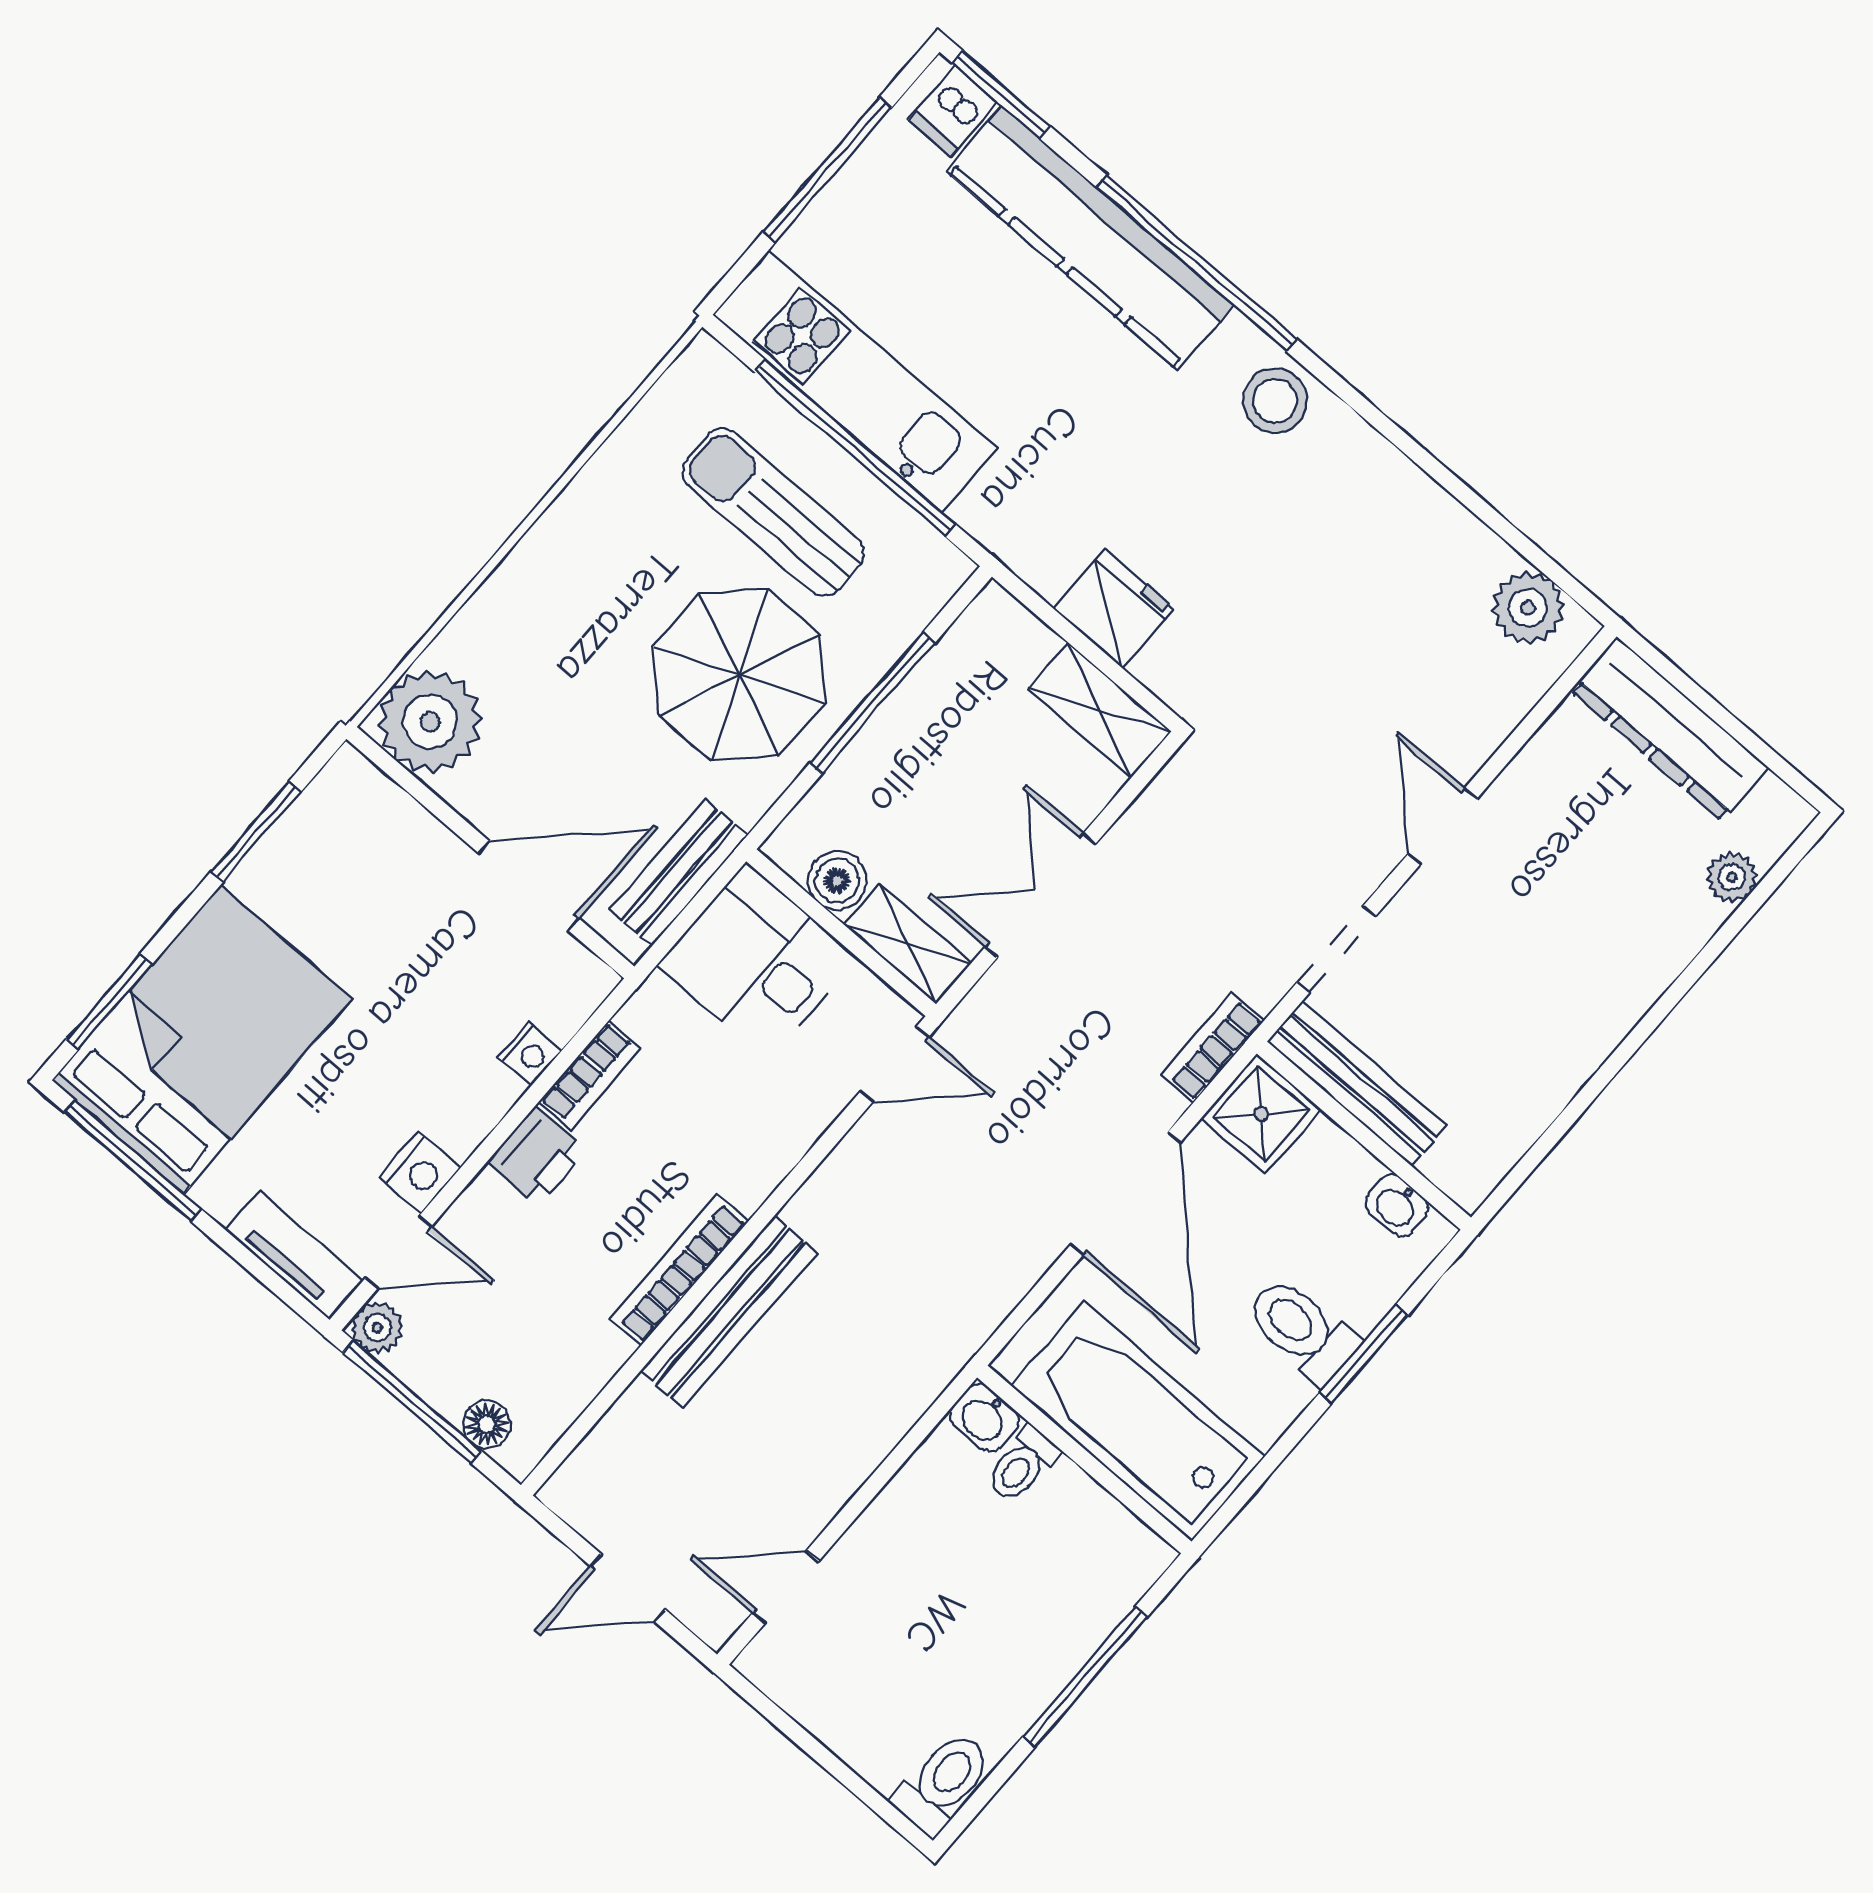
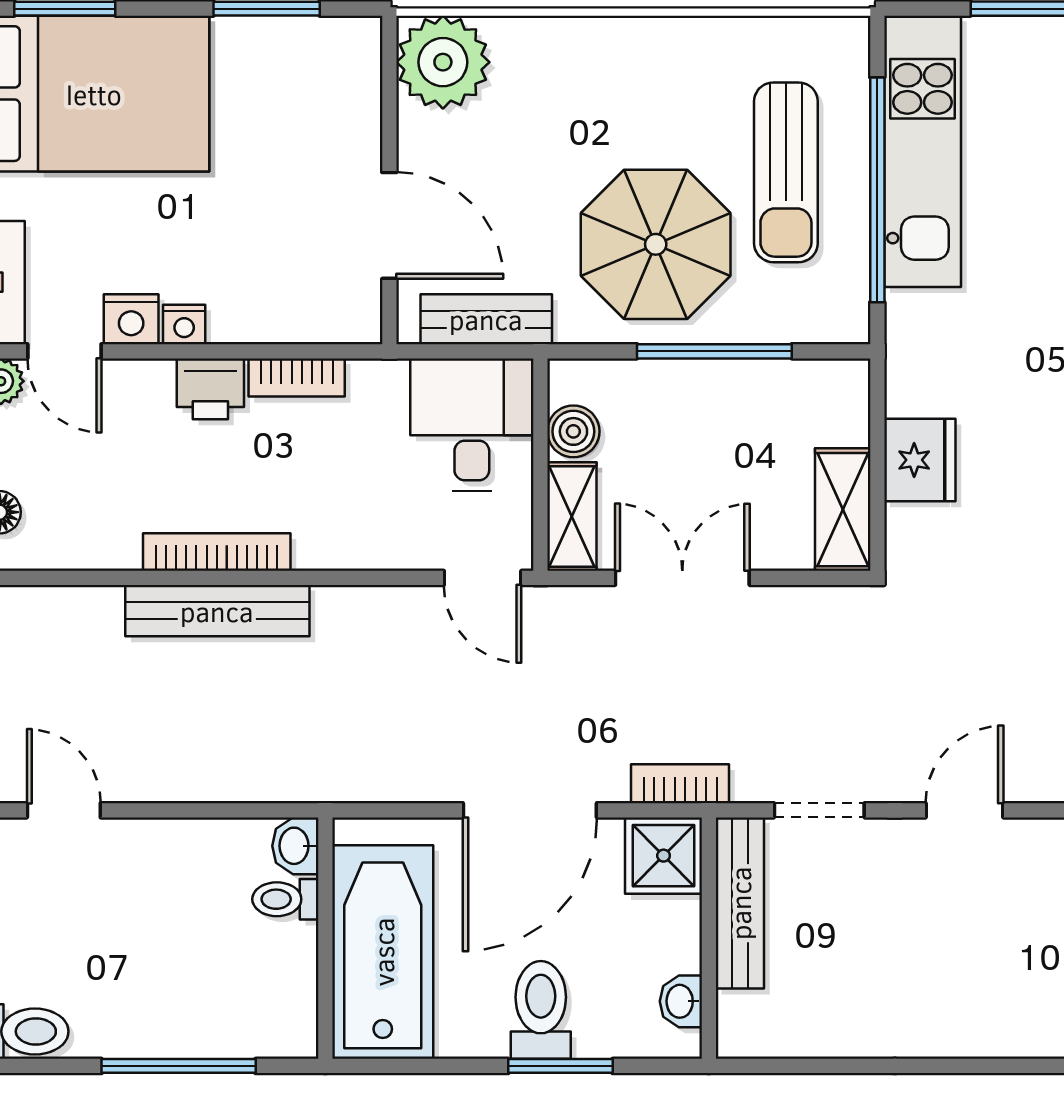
sun lounger: (773, 512) -> (786, 172), turned 180
nightstand: (530, 1054) -> (184, 324), moved

